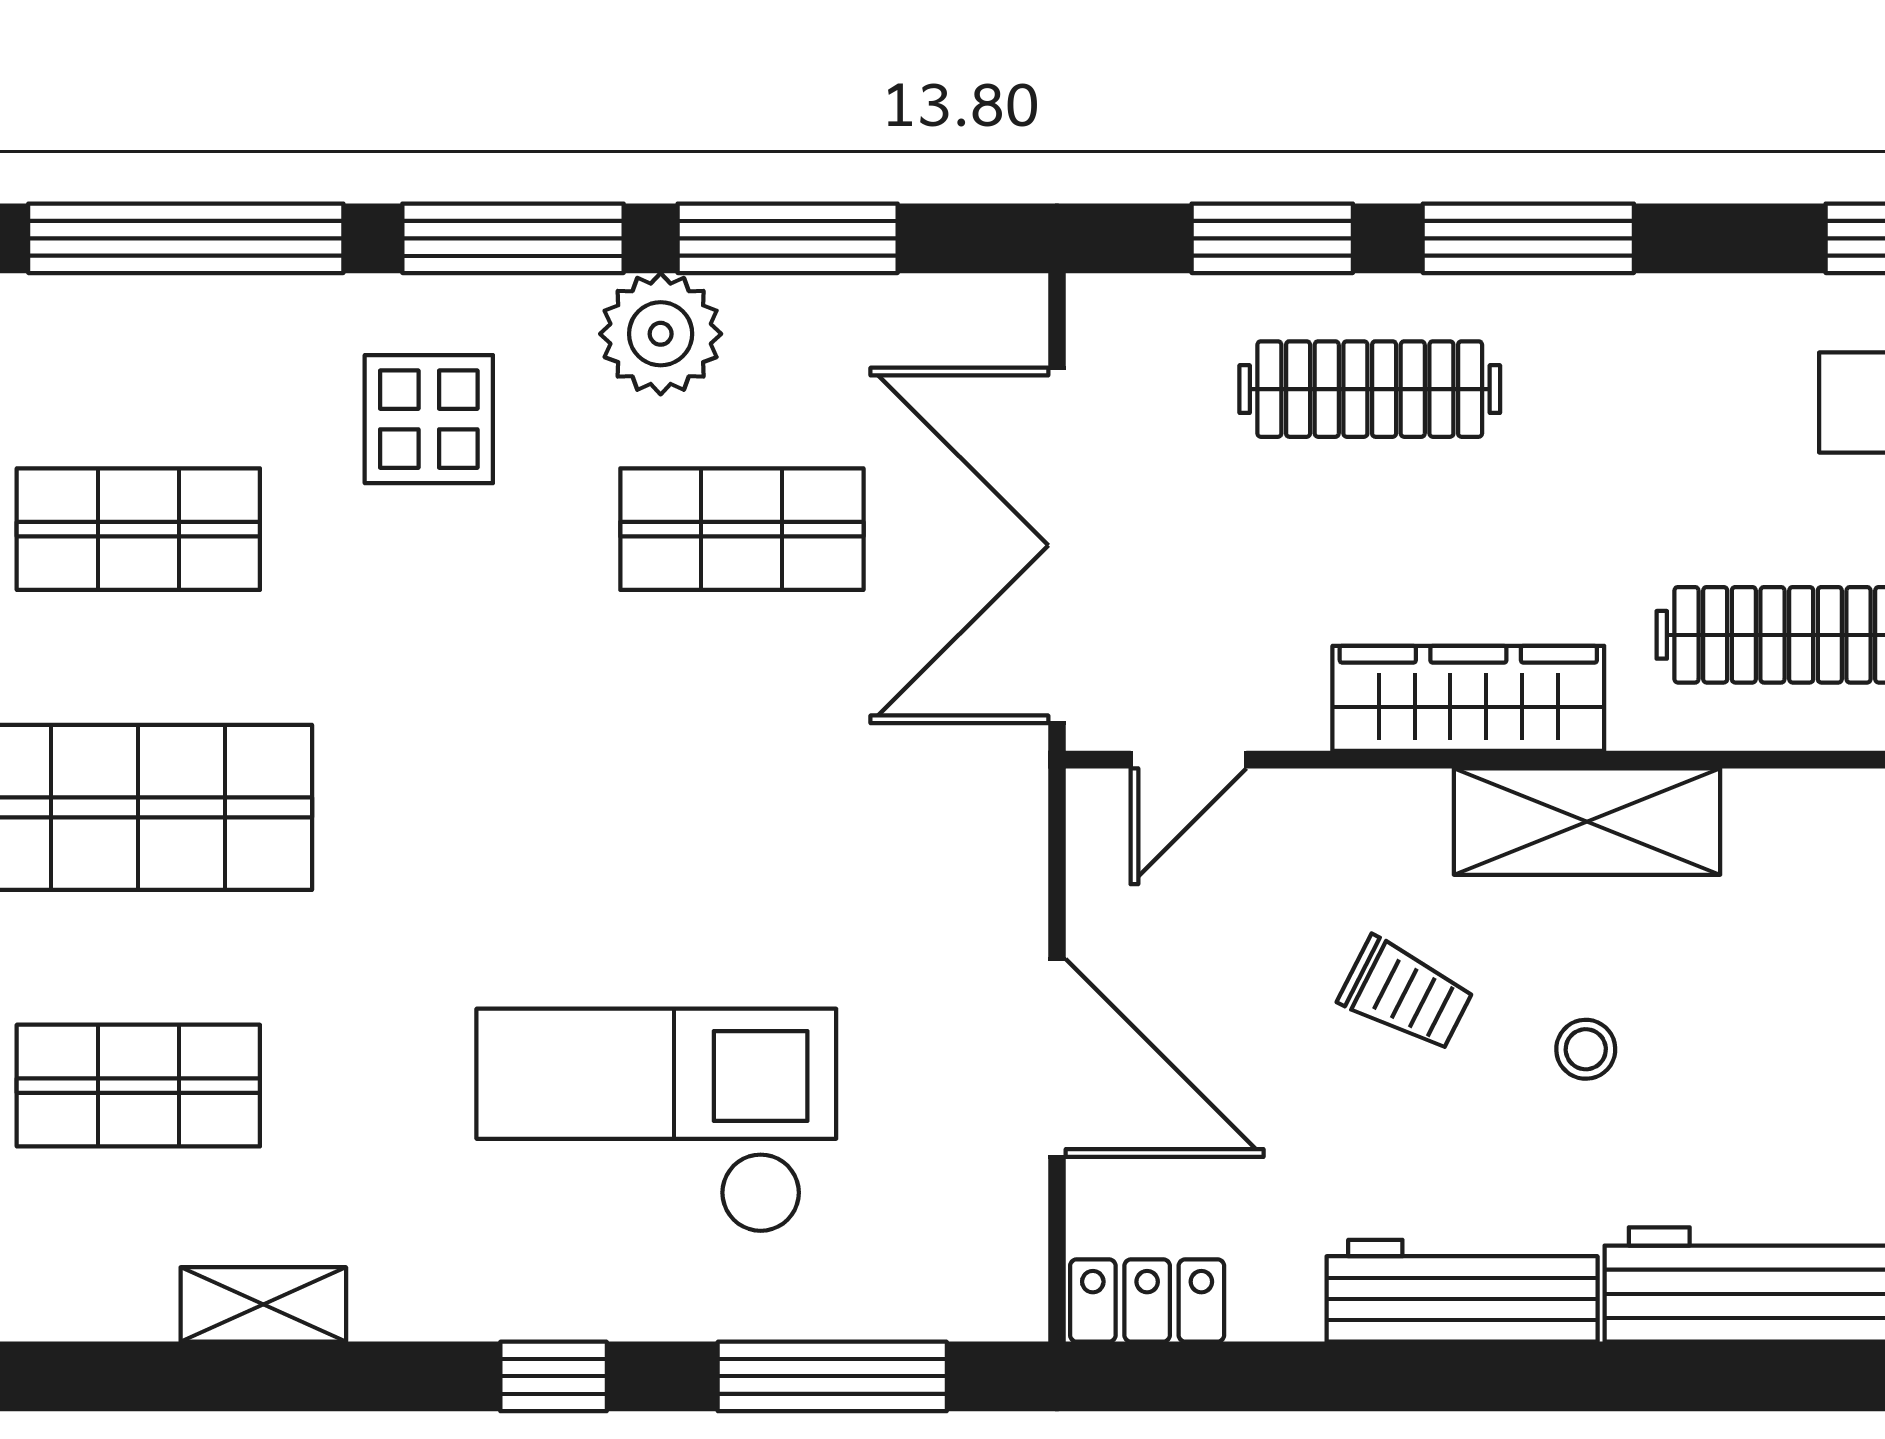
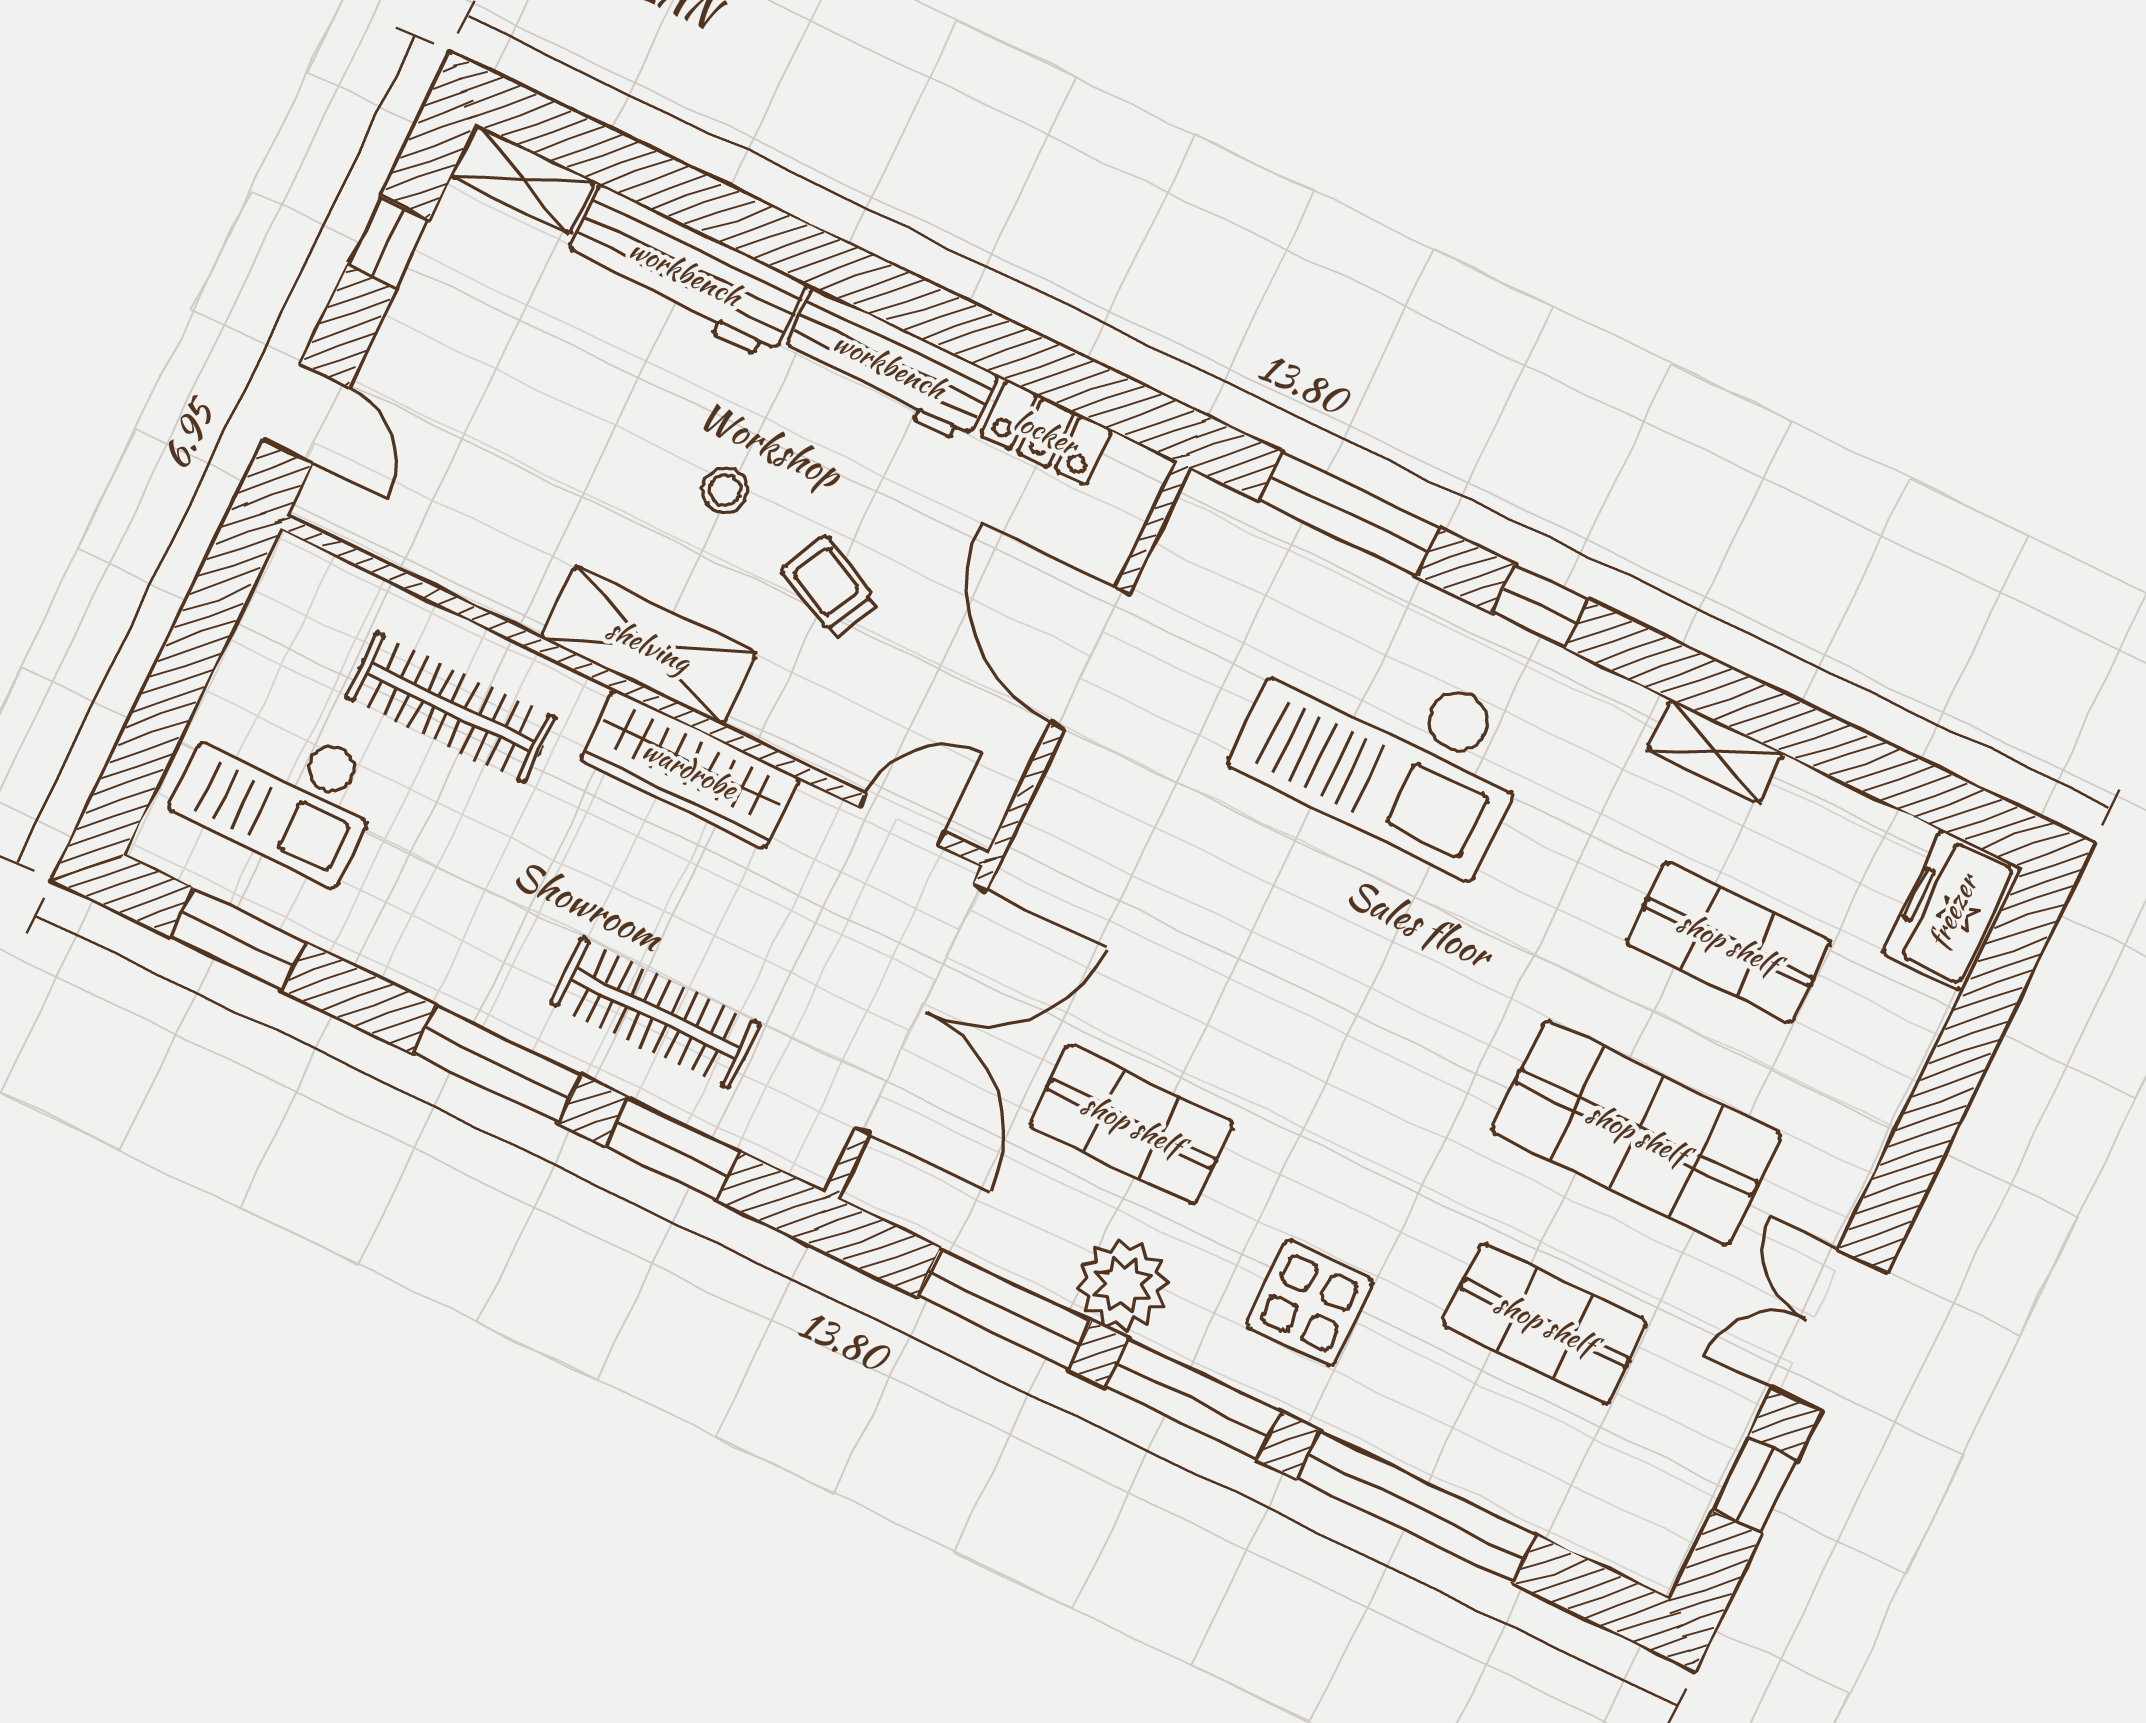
locker: (1147, 1301) -> (1046, 432), moved

